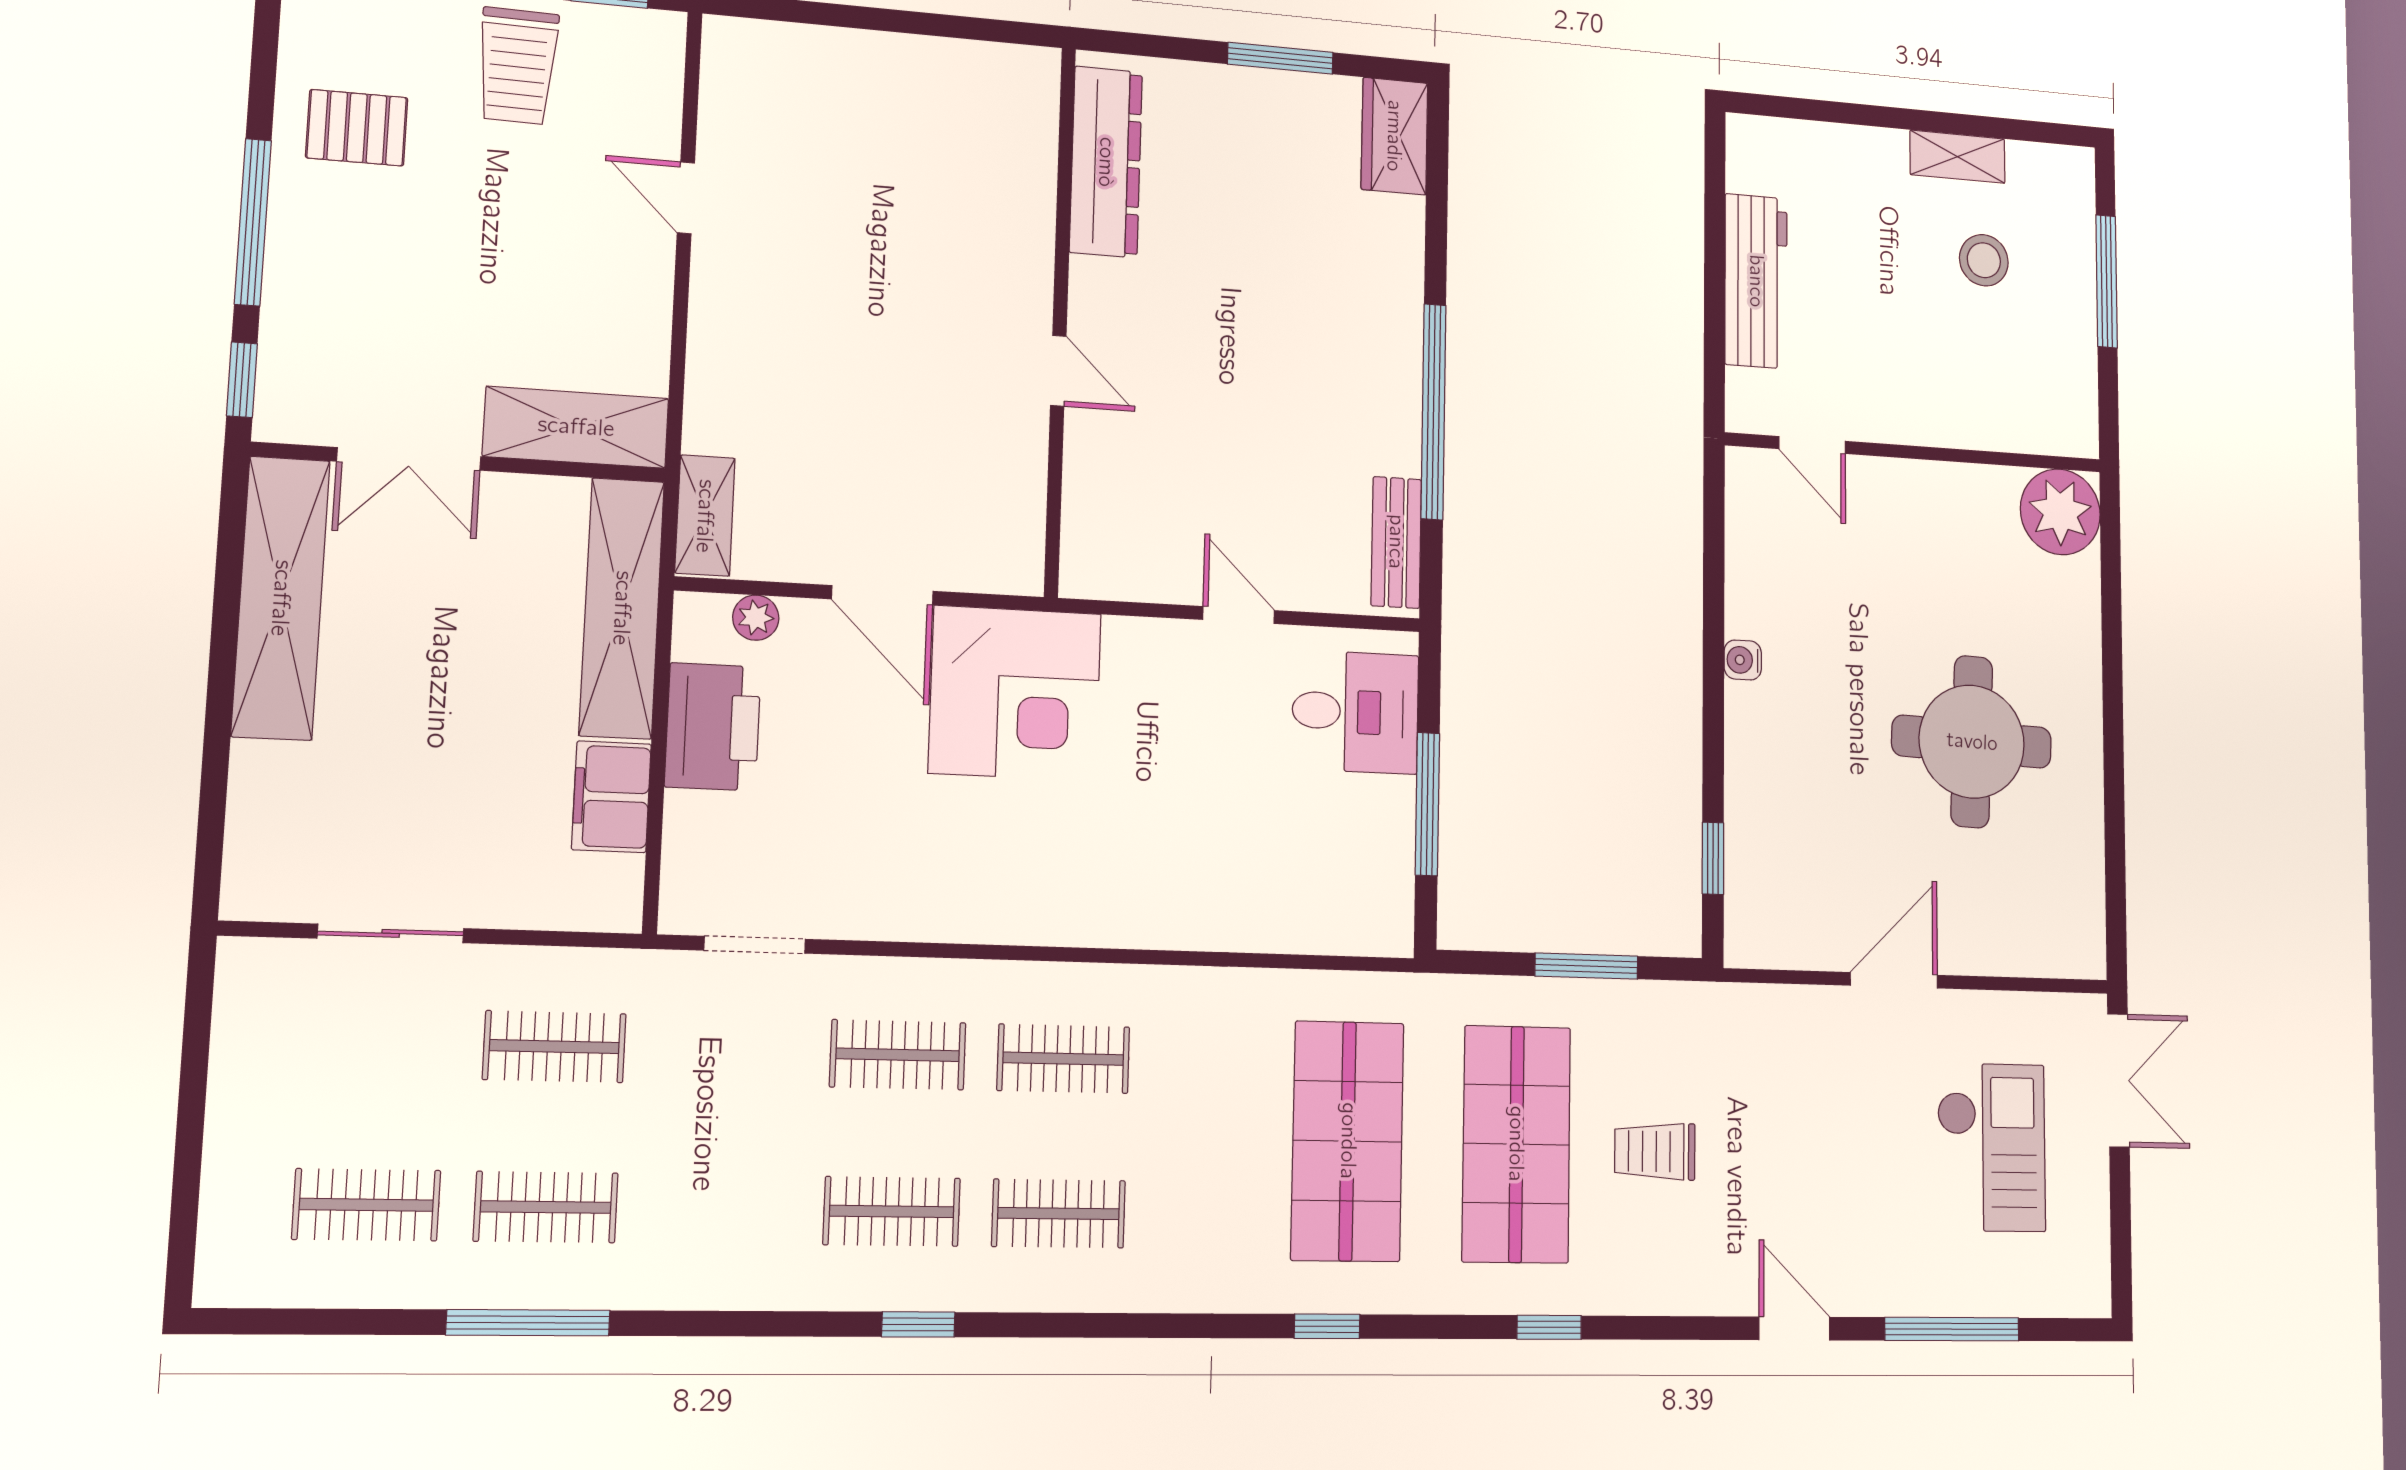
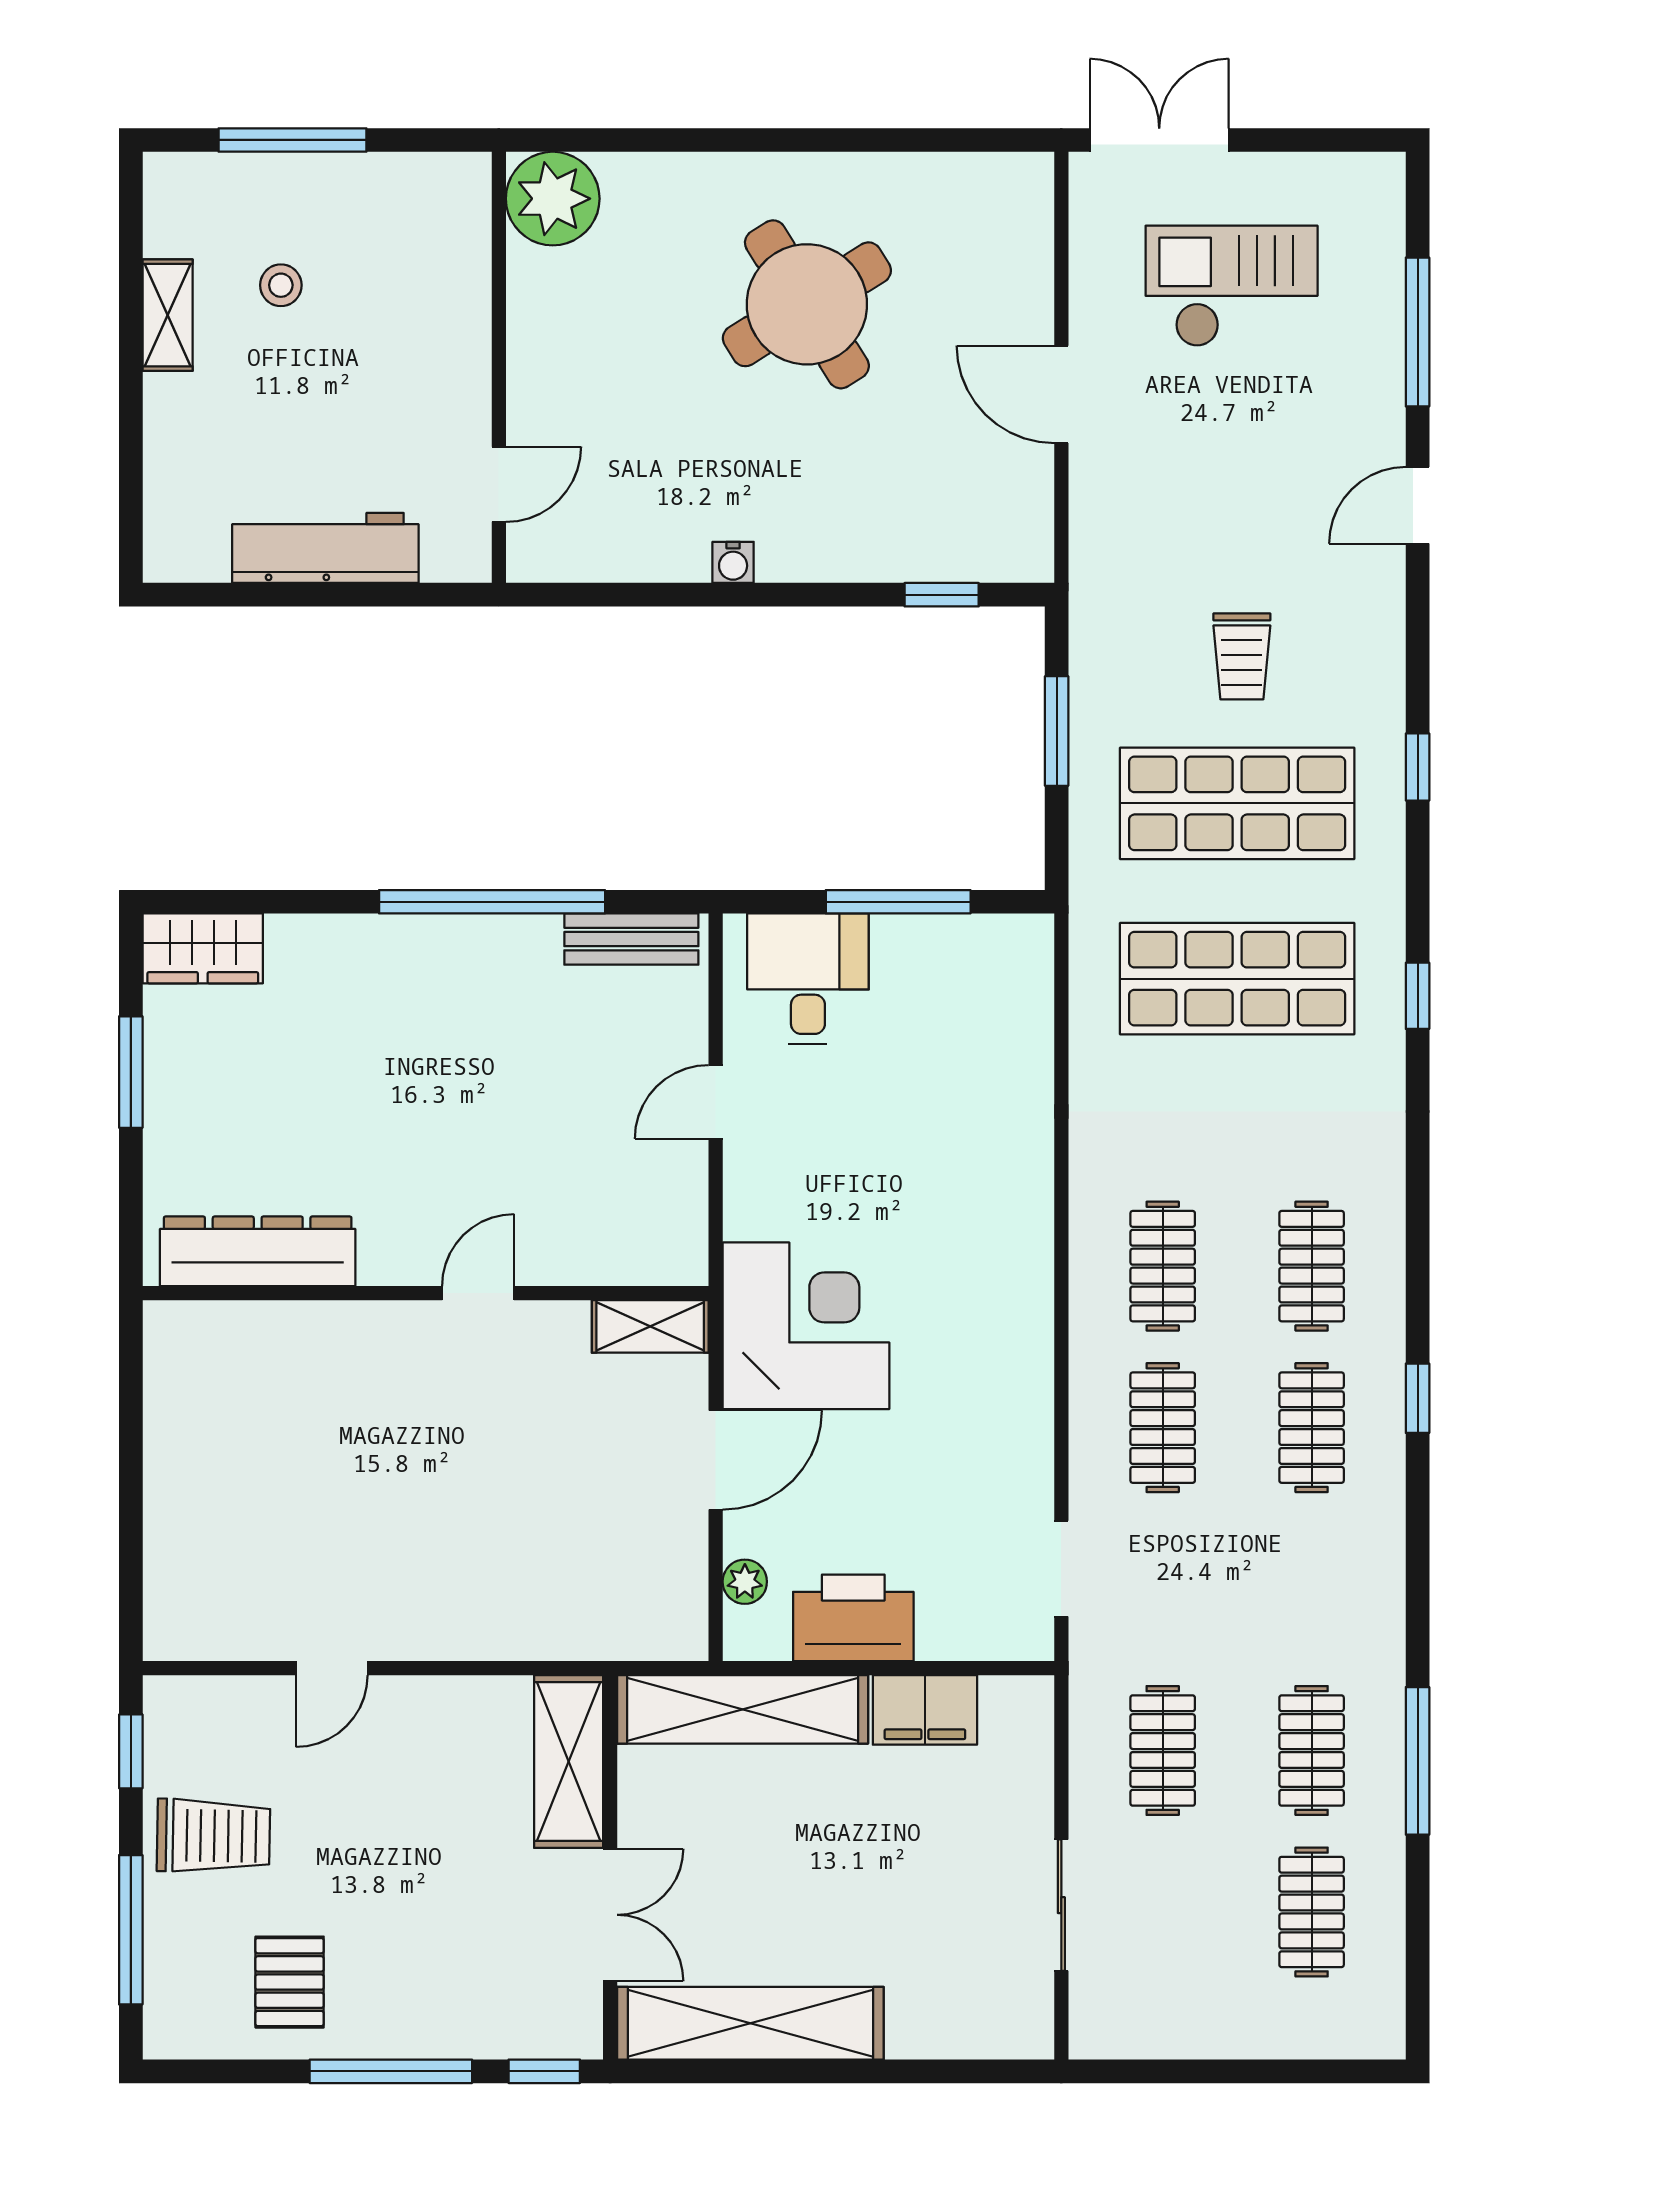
stool: (1984, 260) -> (281, 285), width x0.73, depth x0.73
shelving: (705, 516) -> (650, 1326), moved
round table: (1972, 742) -> (807, 304), turned -34

